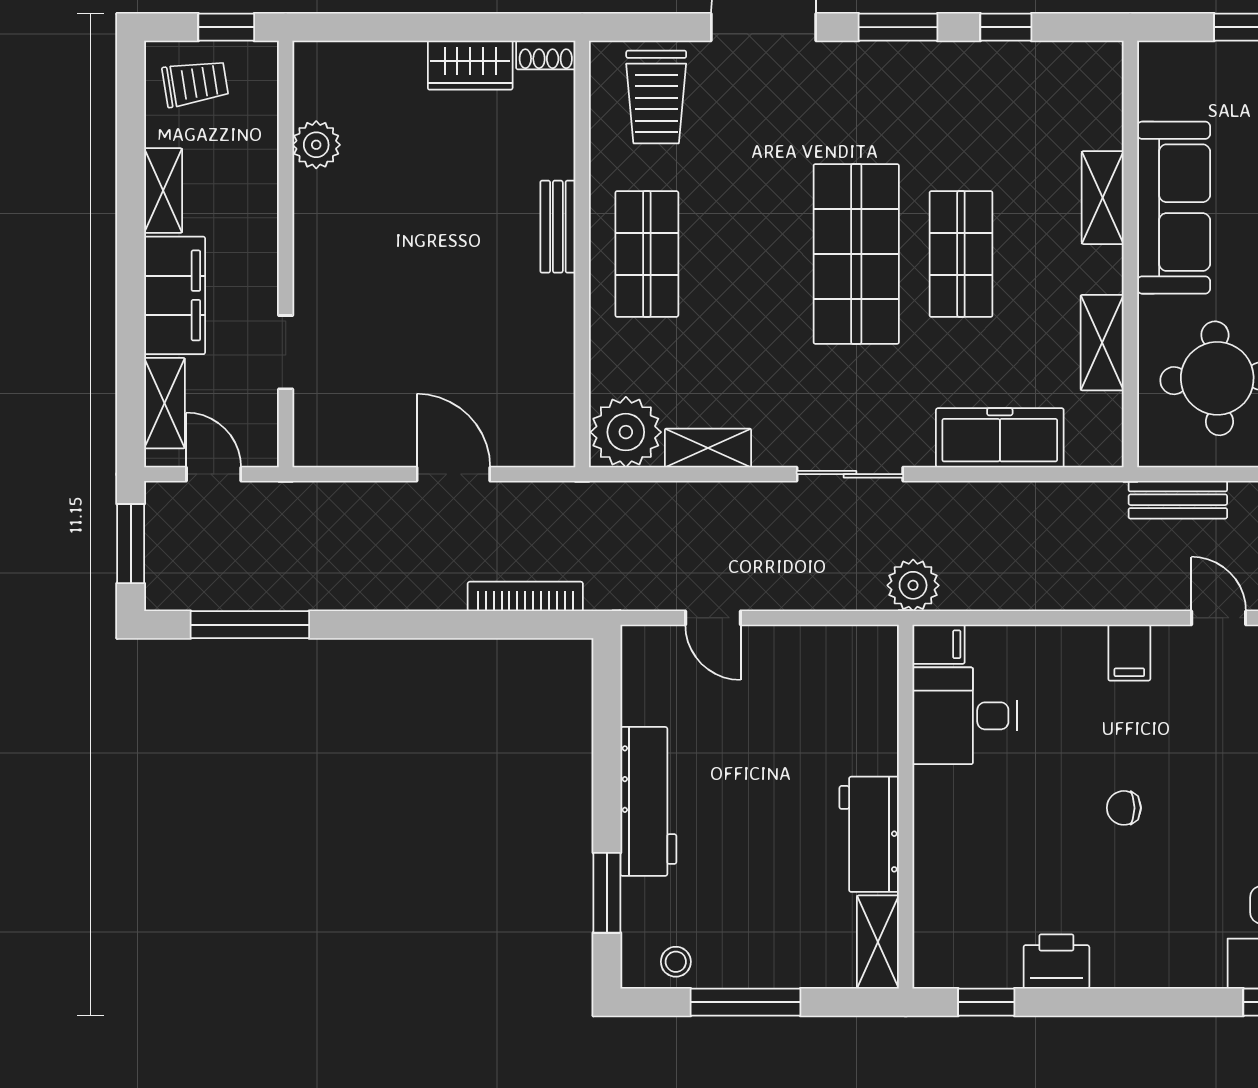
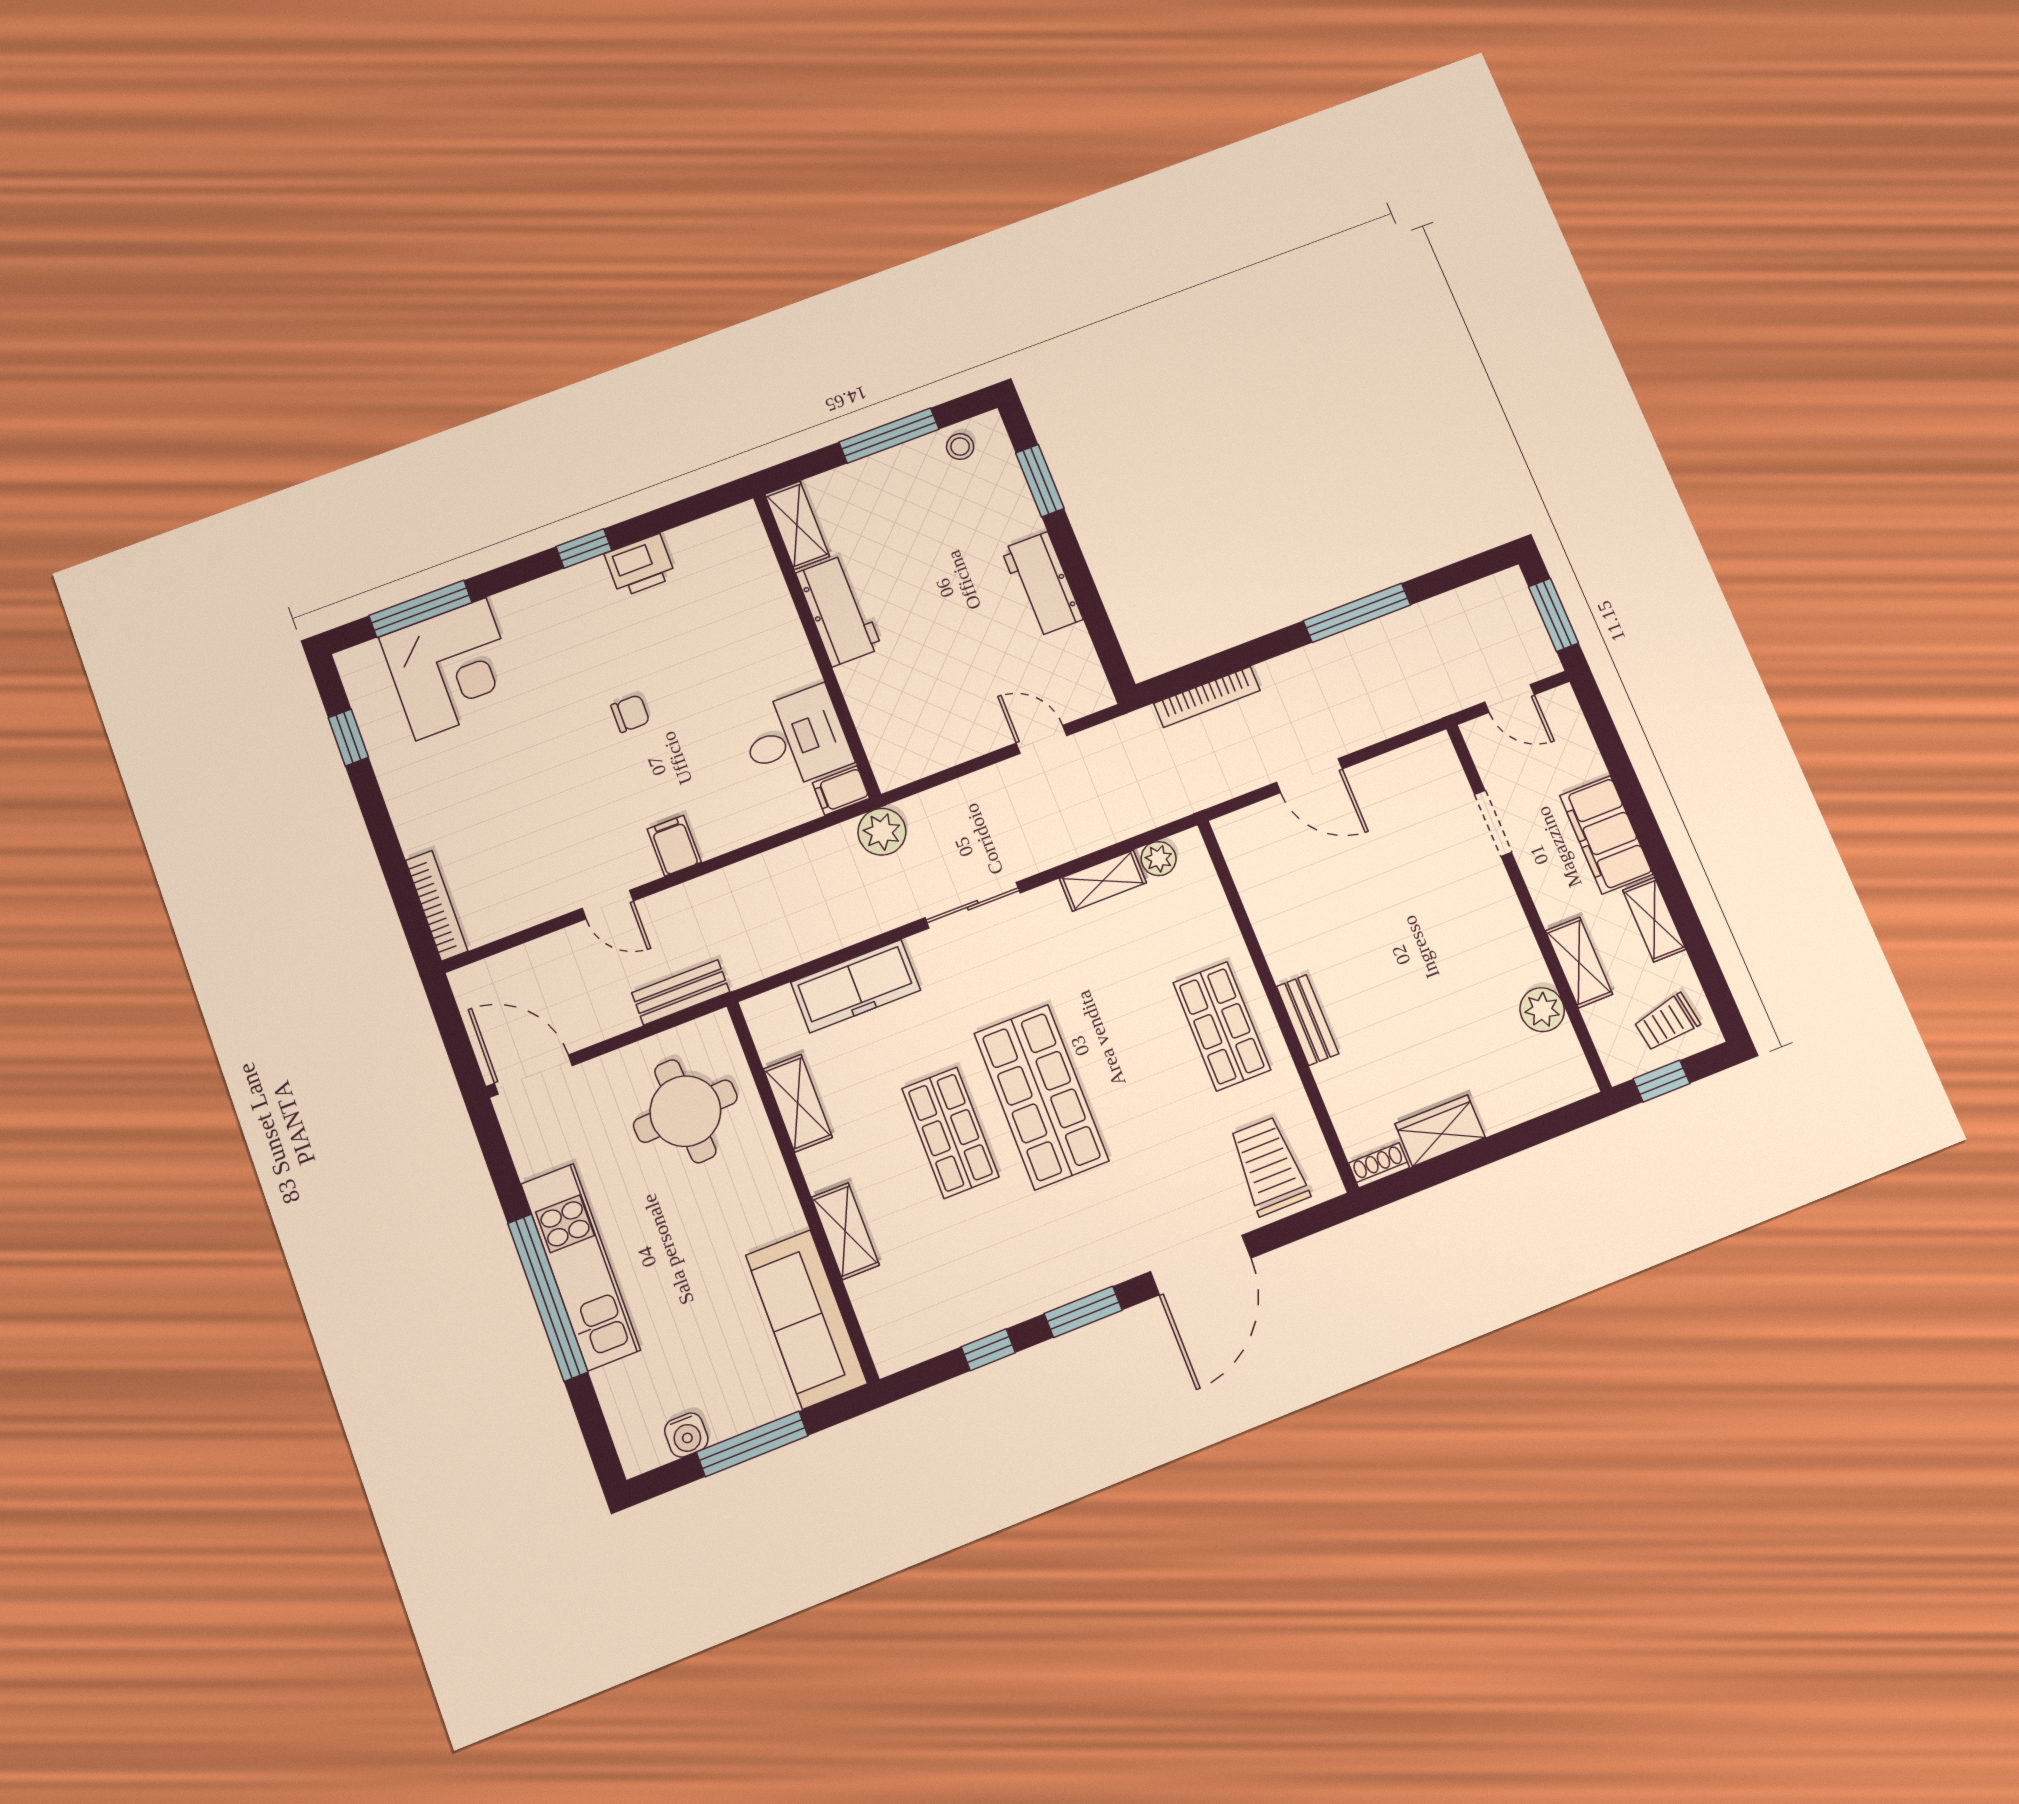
sofa: (1174, 208) -> (806, 1319), moved
shelving: (164, 403) -> (1579, 962), moved
plant: (626, 432) -> (1159, 859), width x0.53, depth x0.53
window: (250, 625) -> (1357, 613), moved
workbench: (648, 801) -> (1042, 584), width x0.73
window: (986, 1002) -> (584, 548), moved

